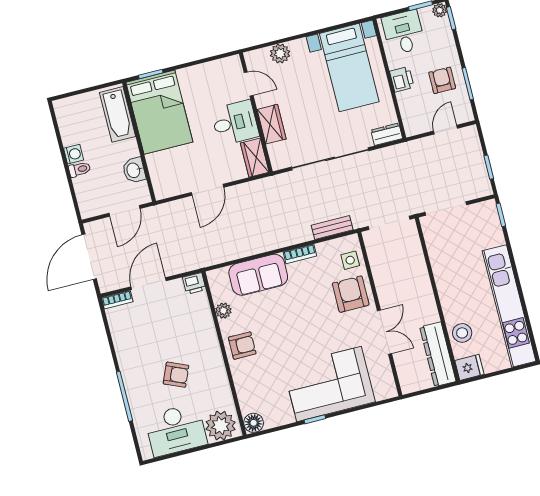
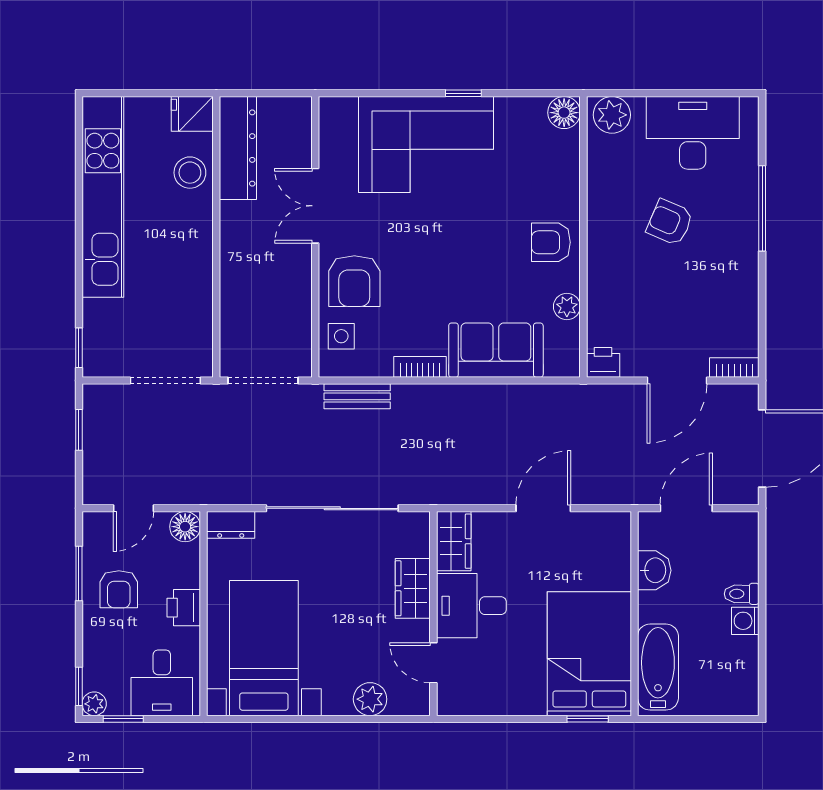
floor lamp: (413, 127) -> (185, 527), added
plant: (221, 426) -> (612, 115), width x0.73, depth x0.73

